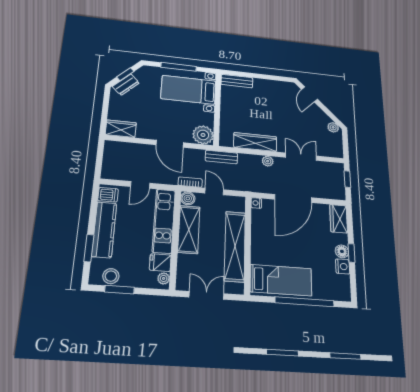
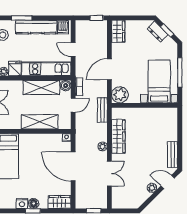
bench: (237, 81) -> (172, 155), moved
plant: (333, 127) -> (152, 188), moved
window: (100, 152) -> (97, 18), added
shelving: (235, 246) -> (40, 122), width x0.68

